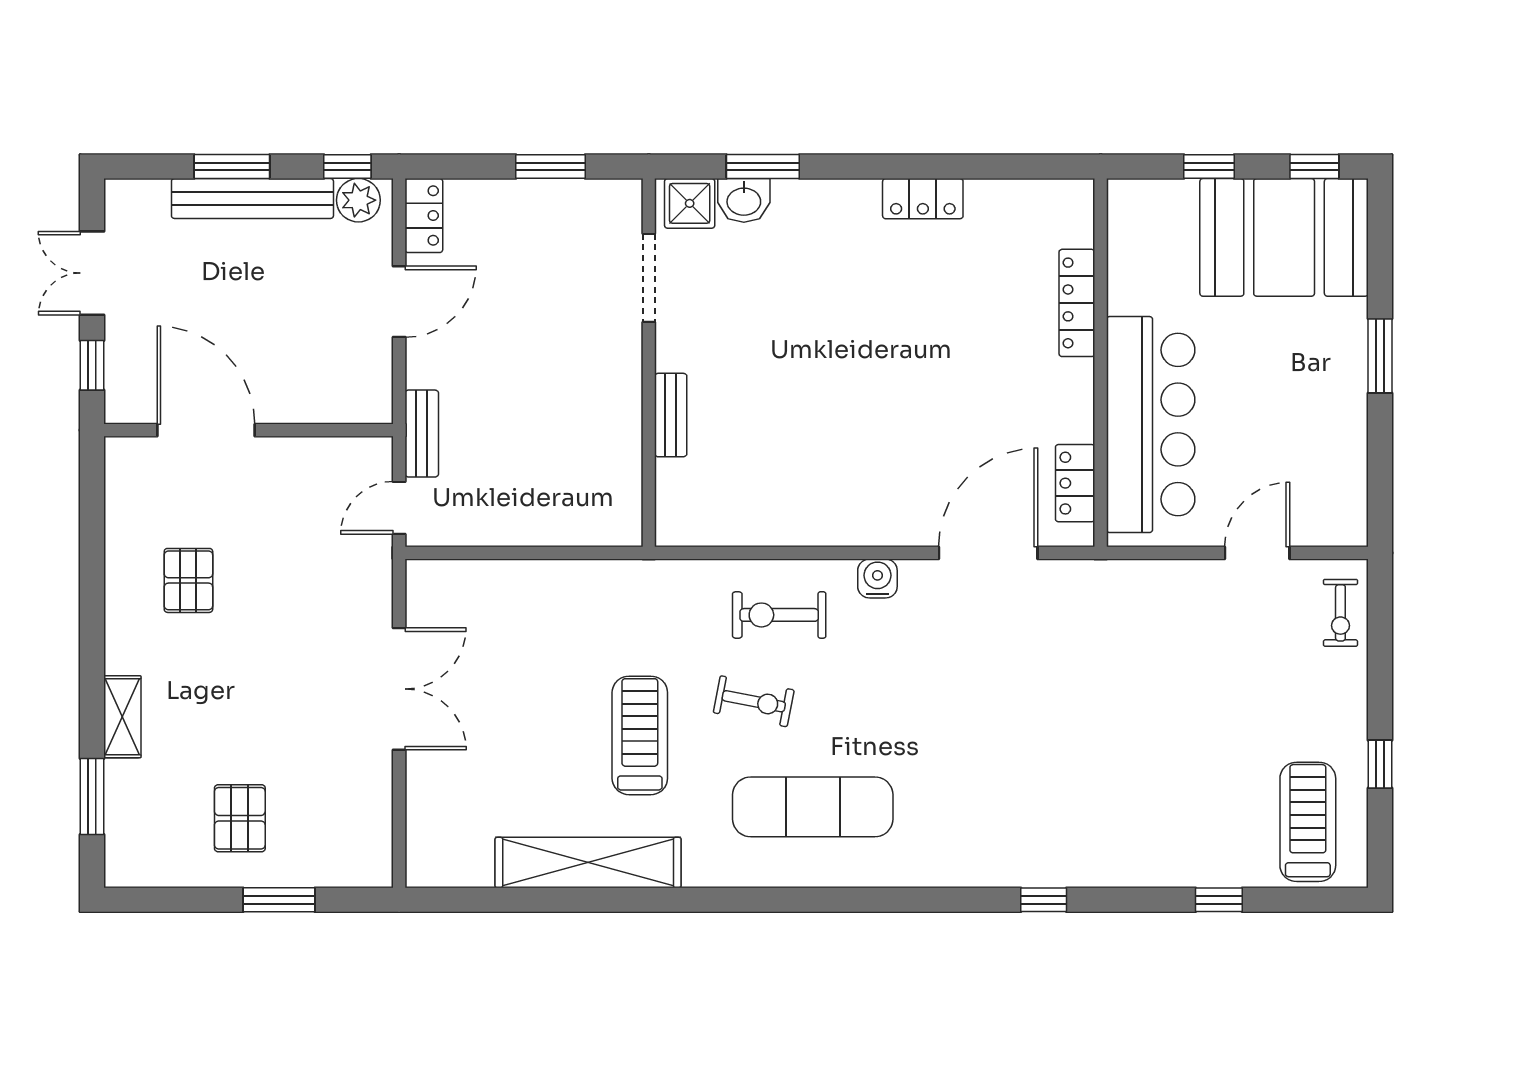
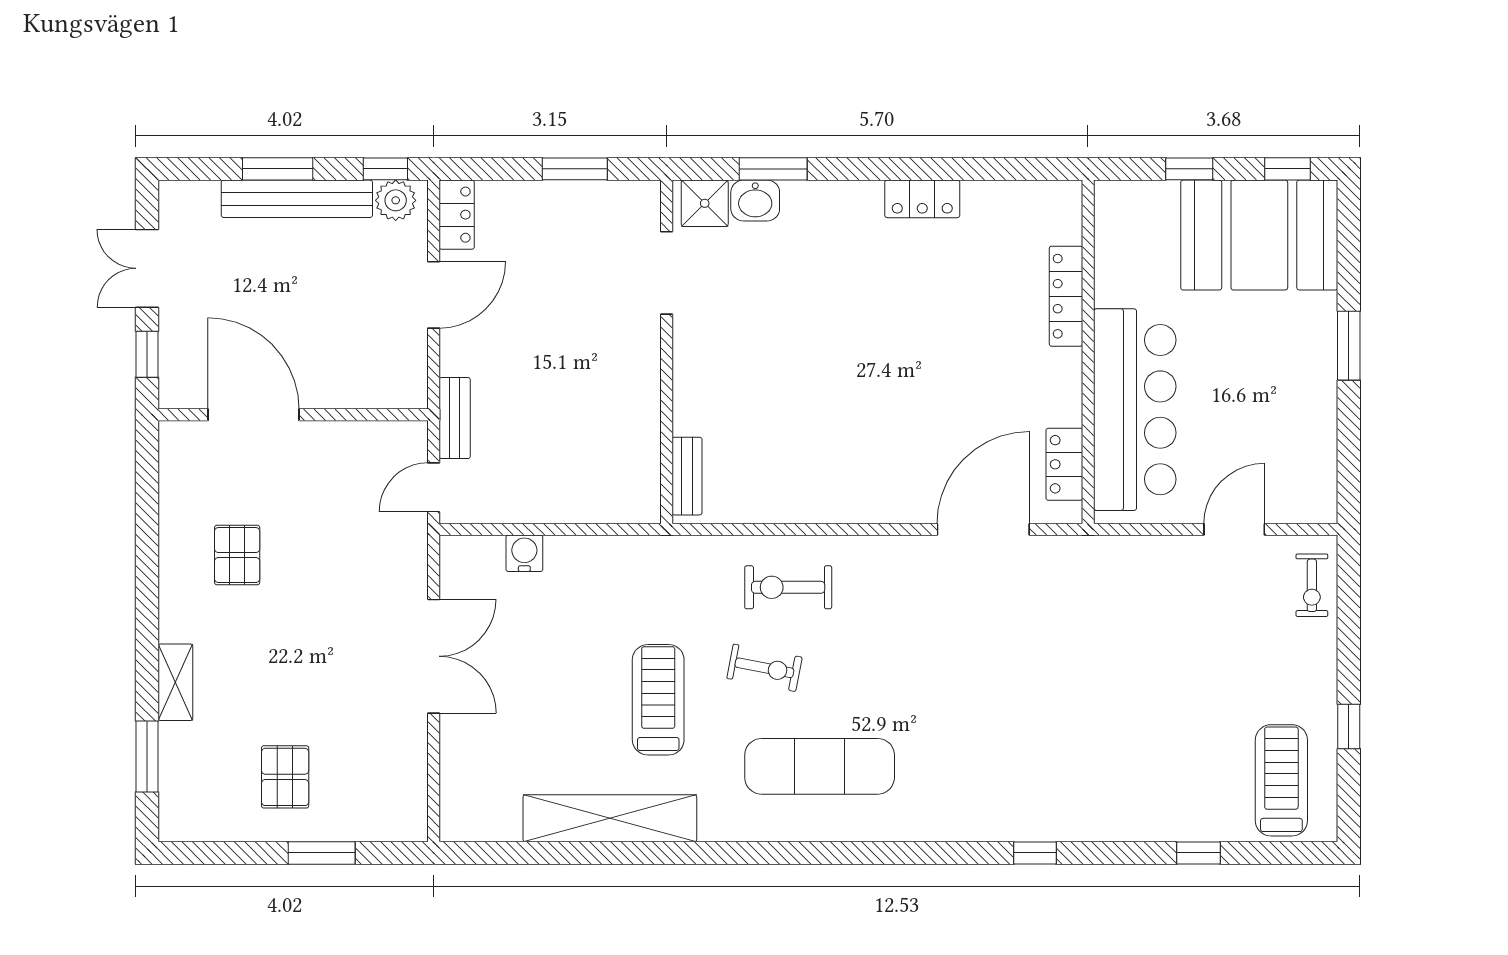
bench: (671, 415) -> (687, 476), moved
water cooler: (877, 579) -> (524, 553), moved

